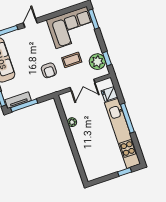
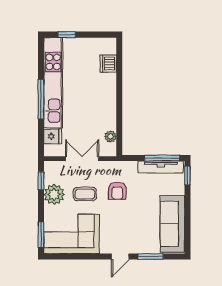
plant: (97, 62) -> (54, 194), moved
armchair: (49, 70) -> (117, 191), turned 180
tv unit: (18, 100) -> (161, 167), width x1.41
plant: (72, 122) -> (110, 136), moved
dishwasher: (87, 161) -> (108, 63), added

